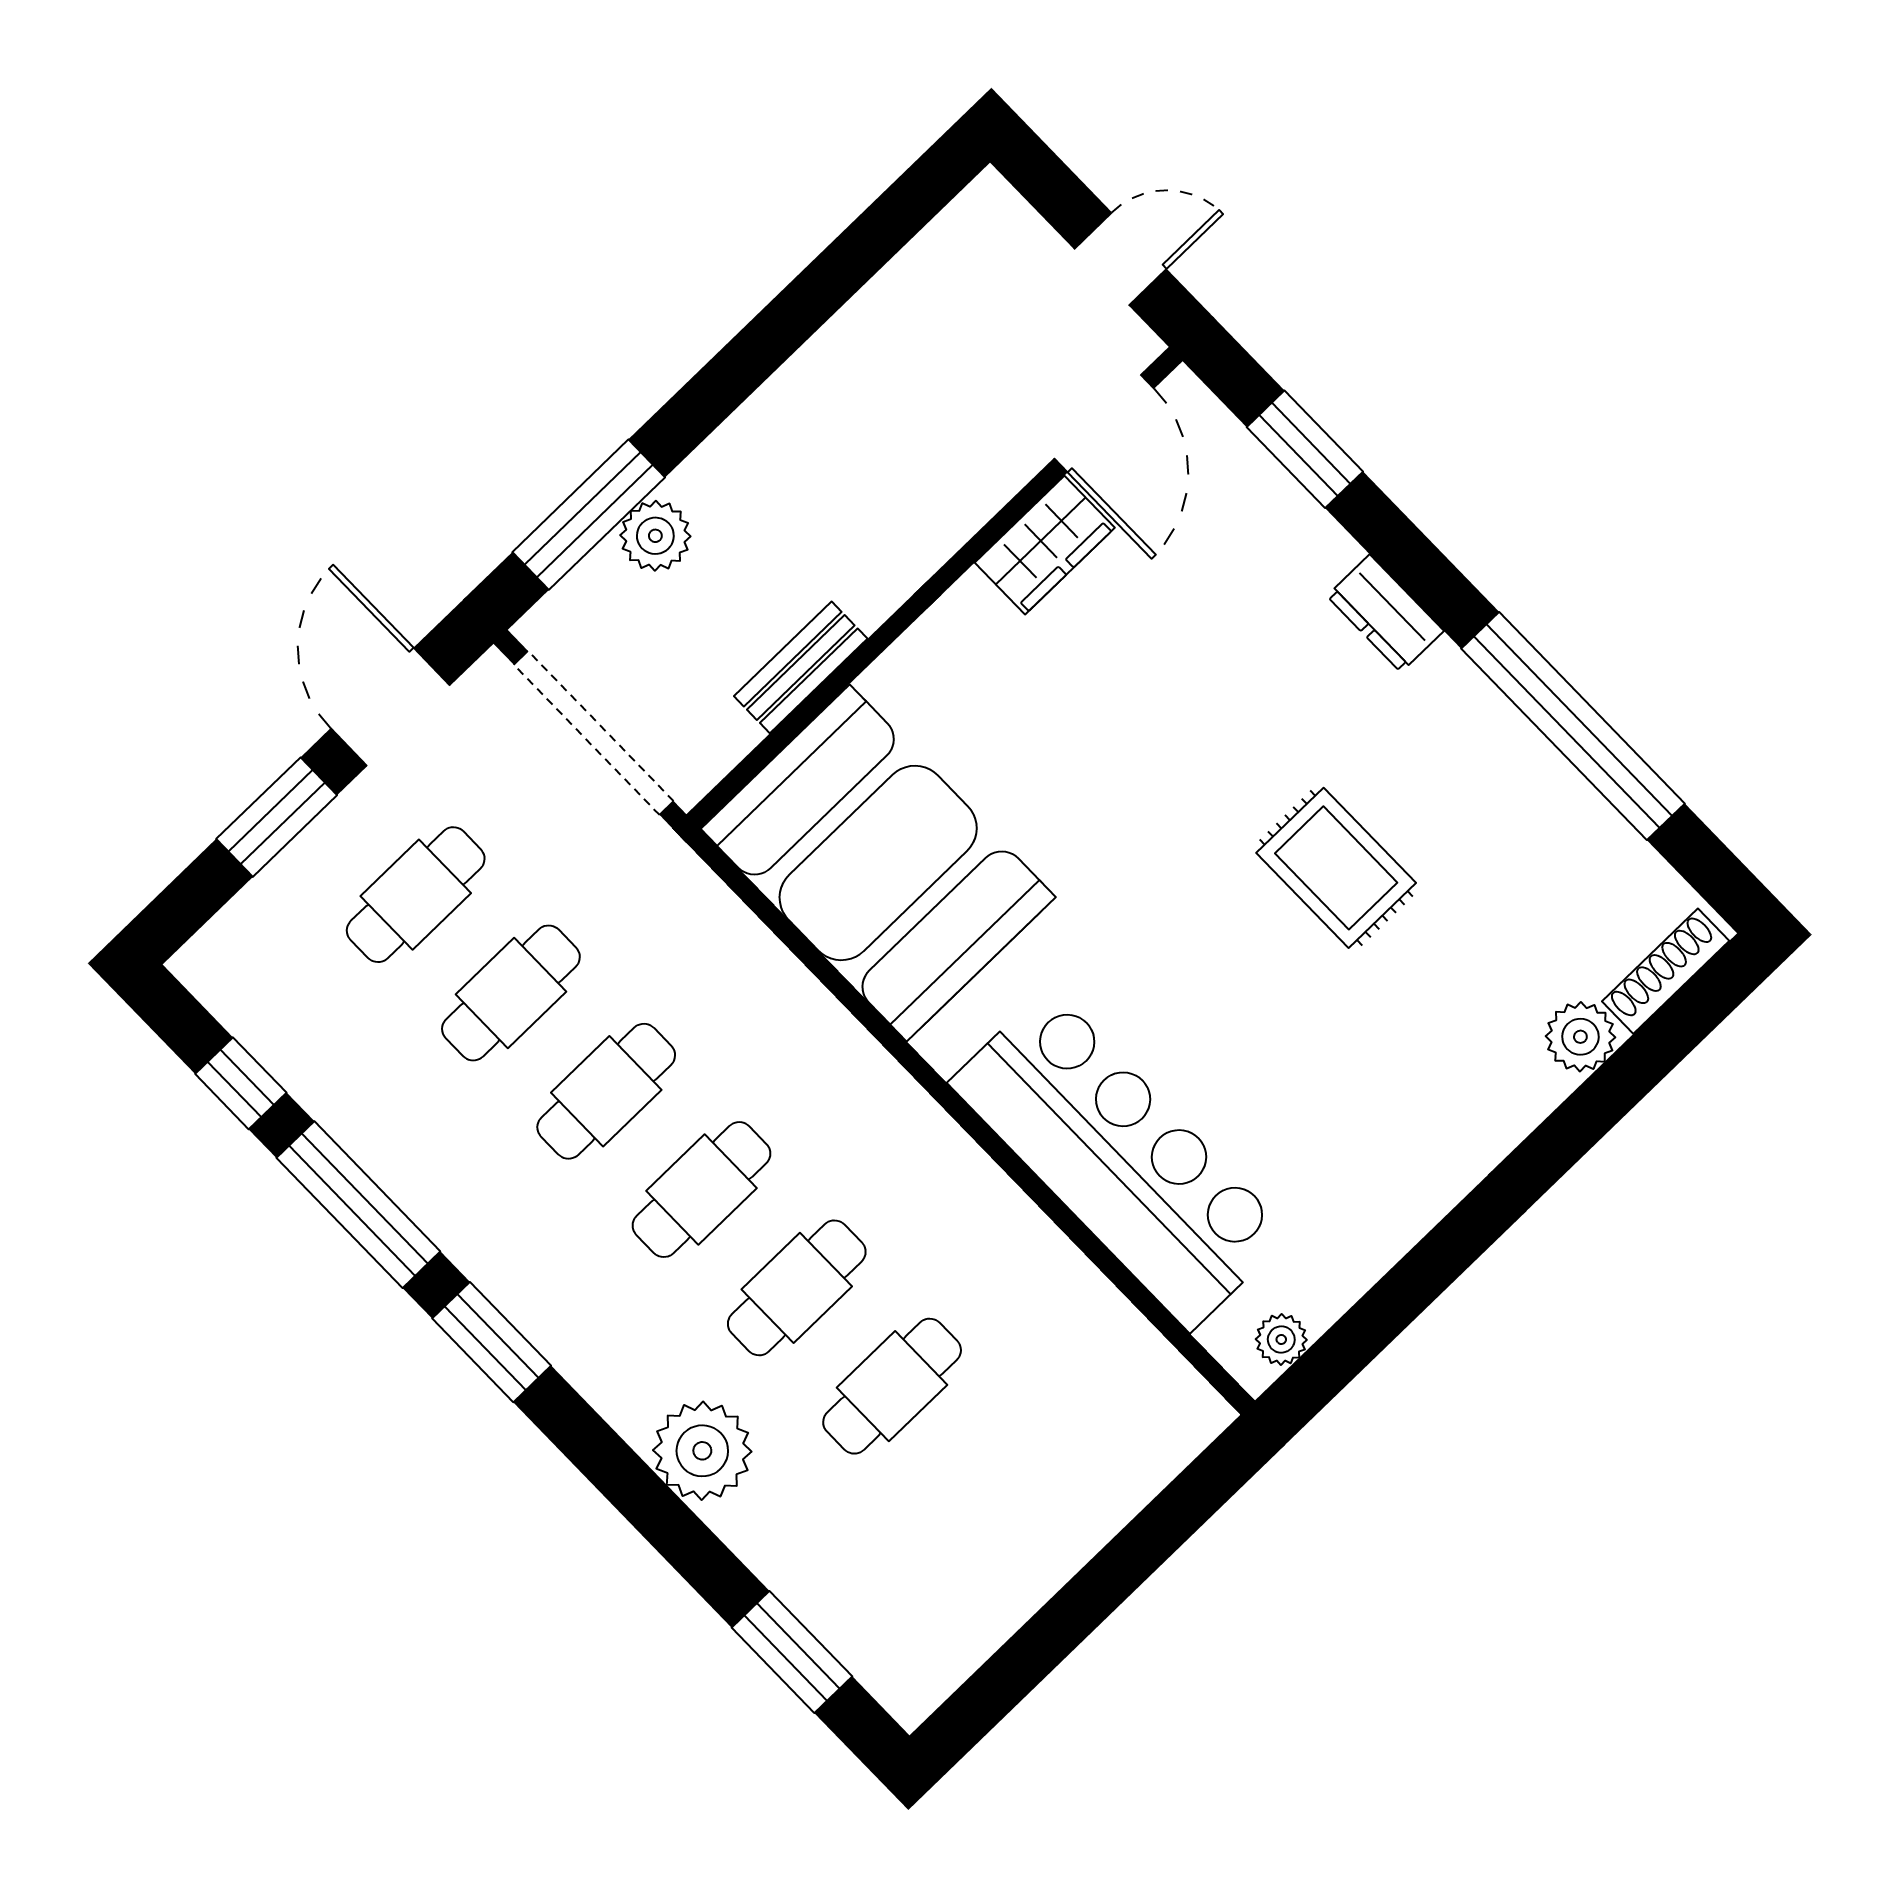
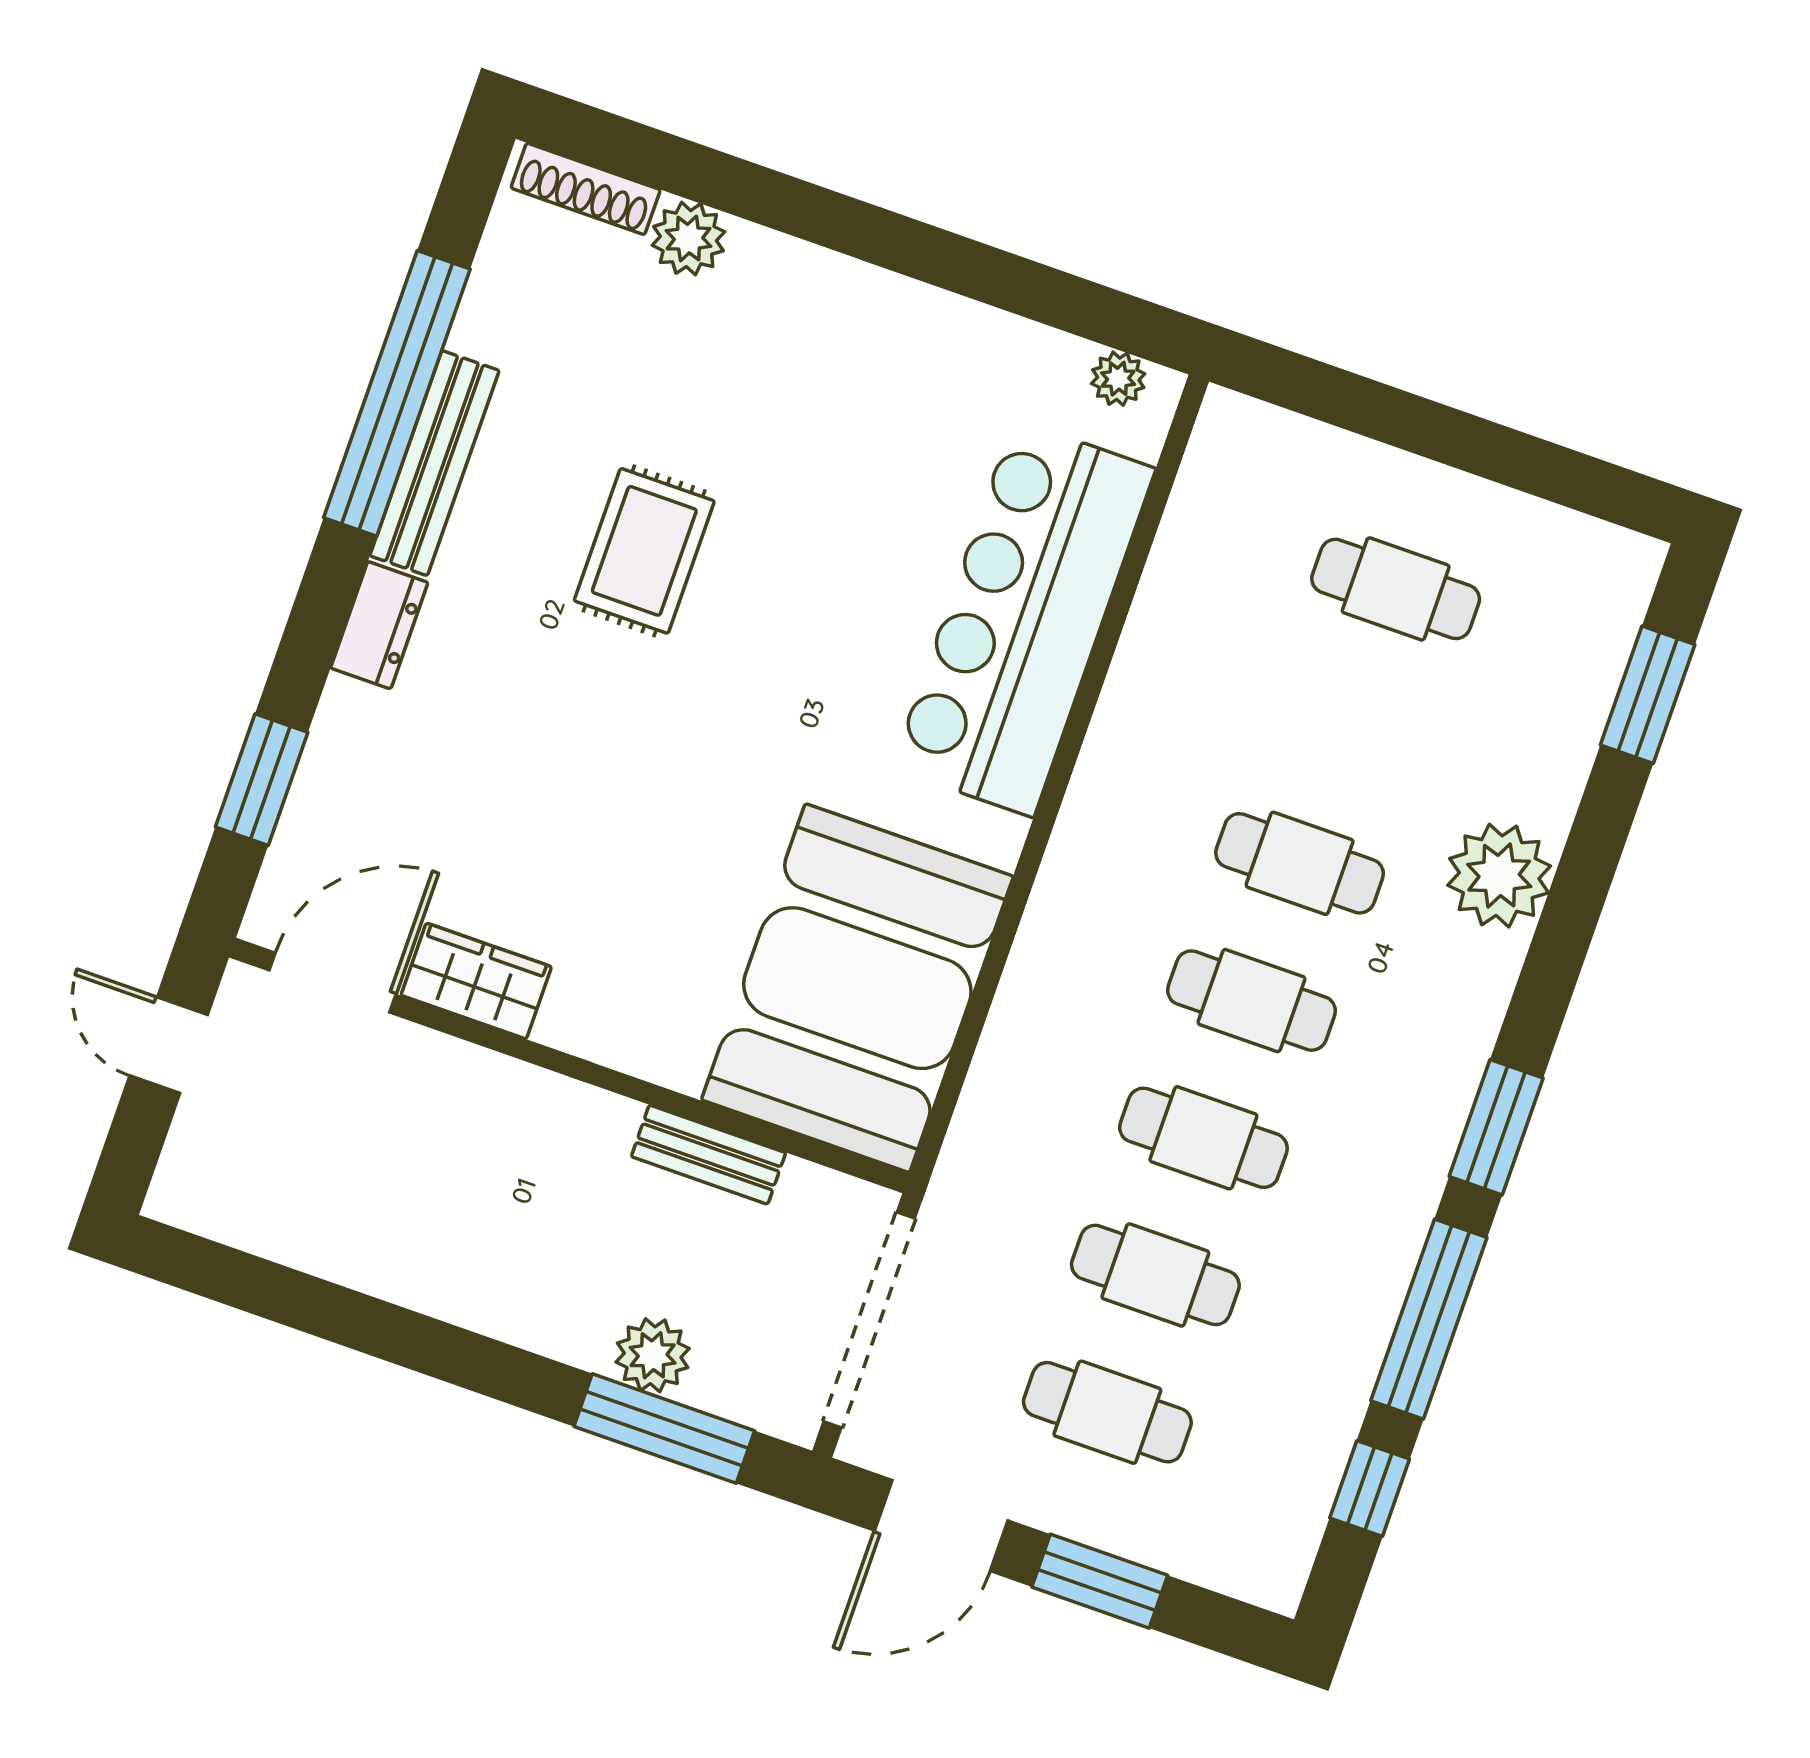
bench: (1498, 728) -> (434, 463), added
cafe table: (892, 1386) -> (1396, 589), moved

